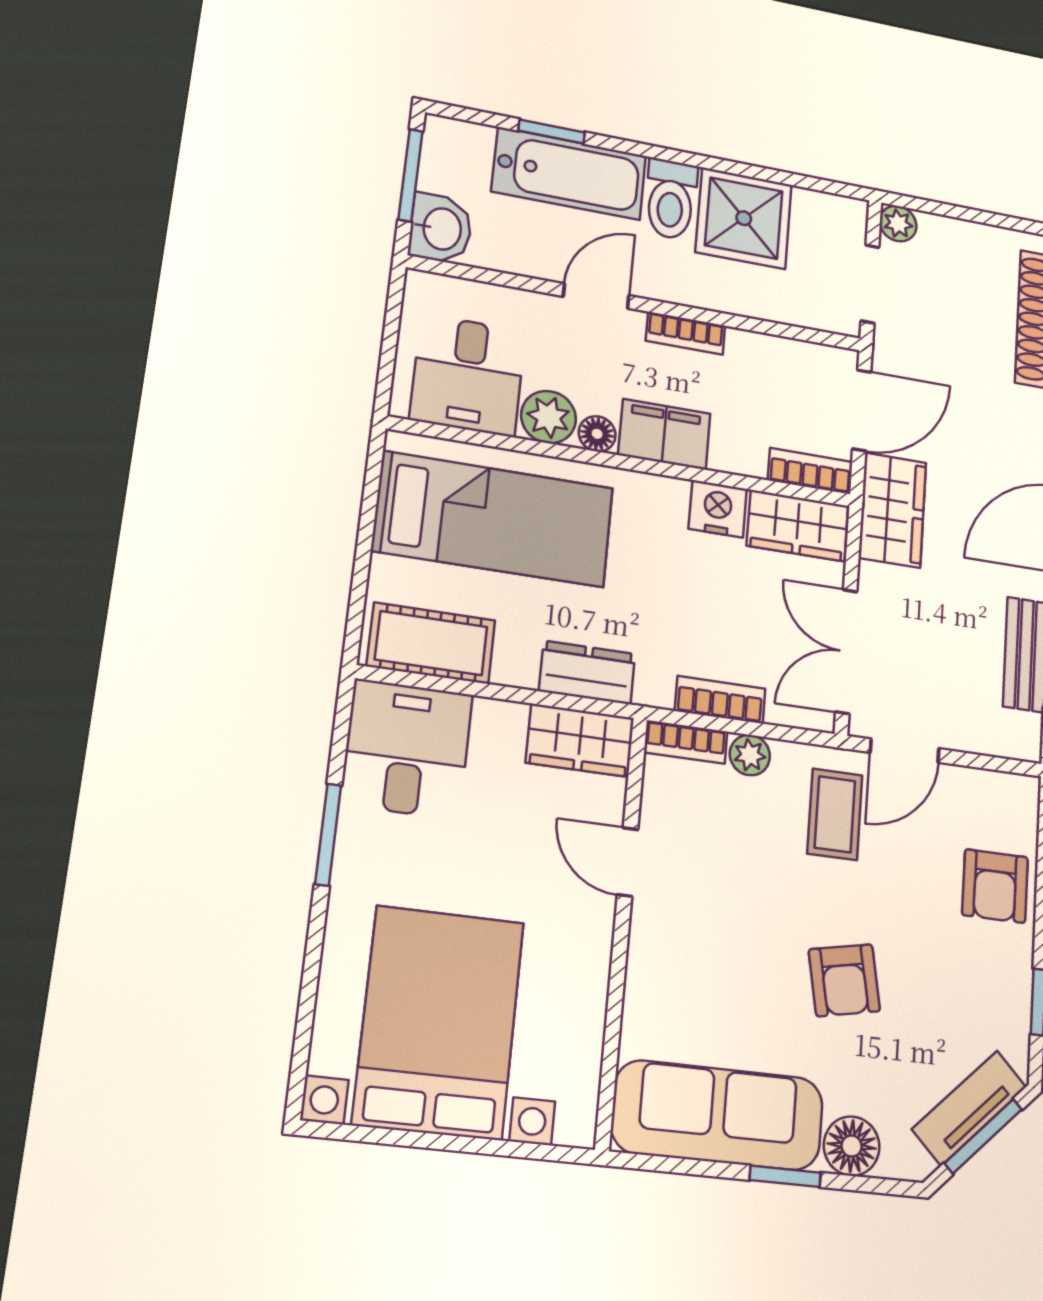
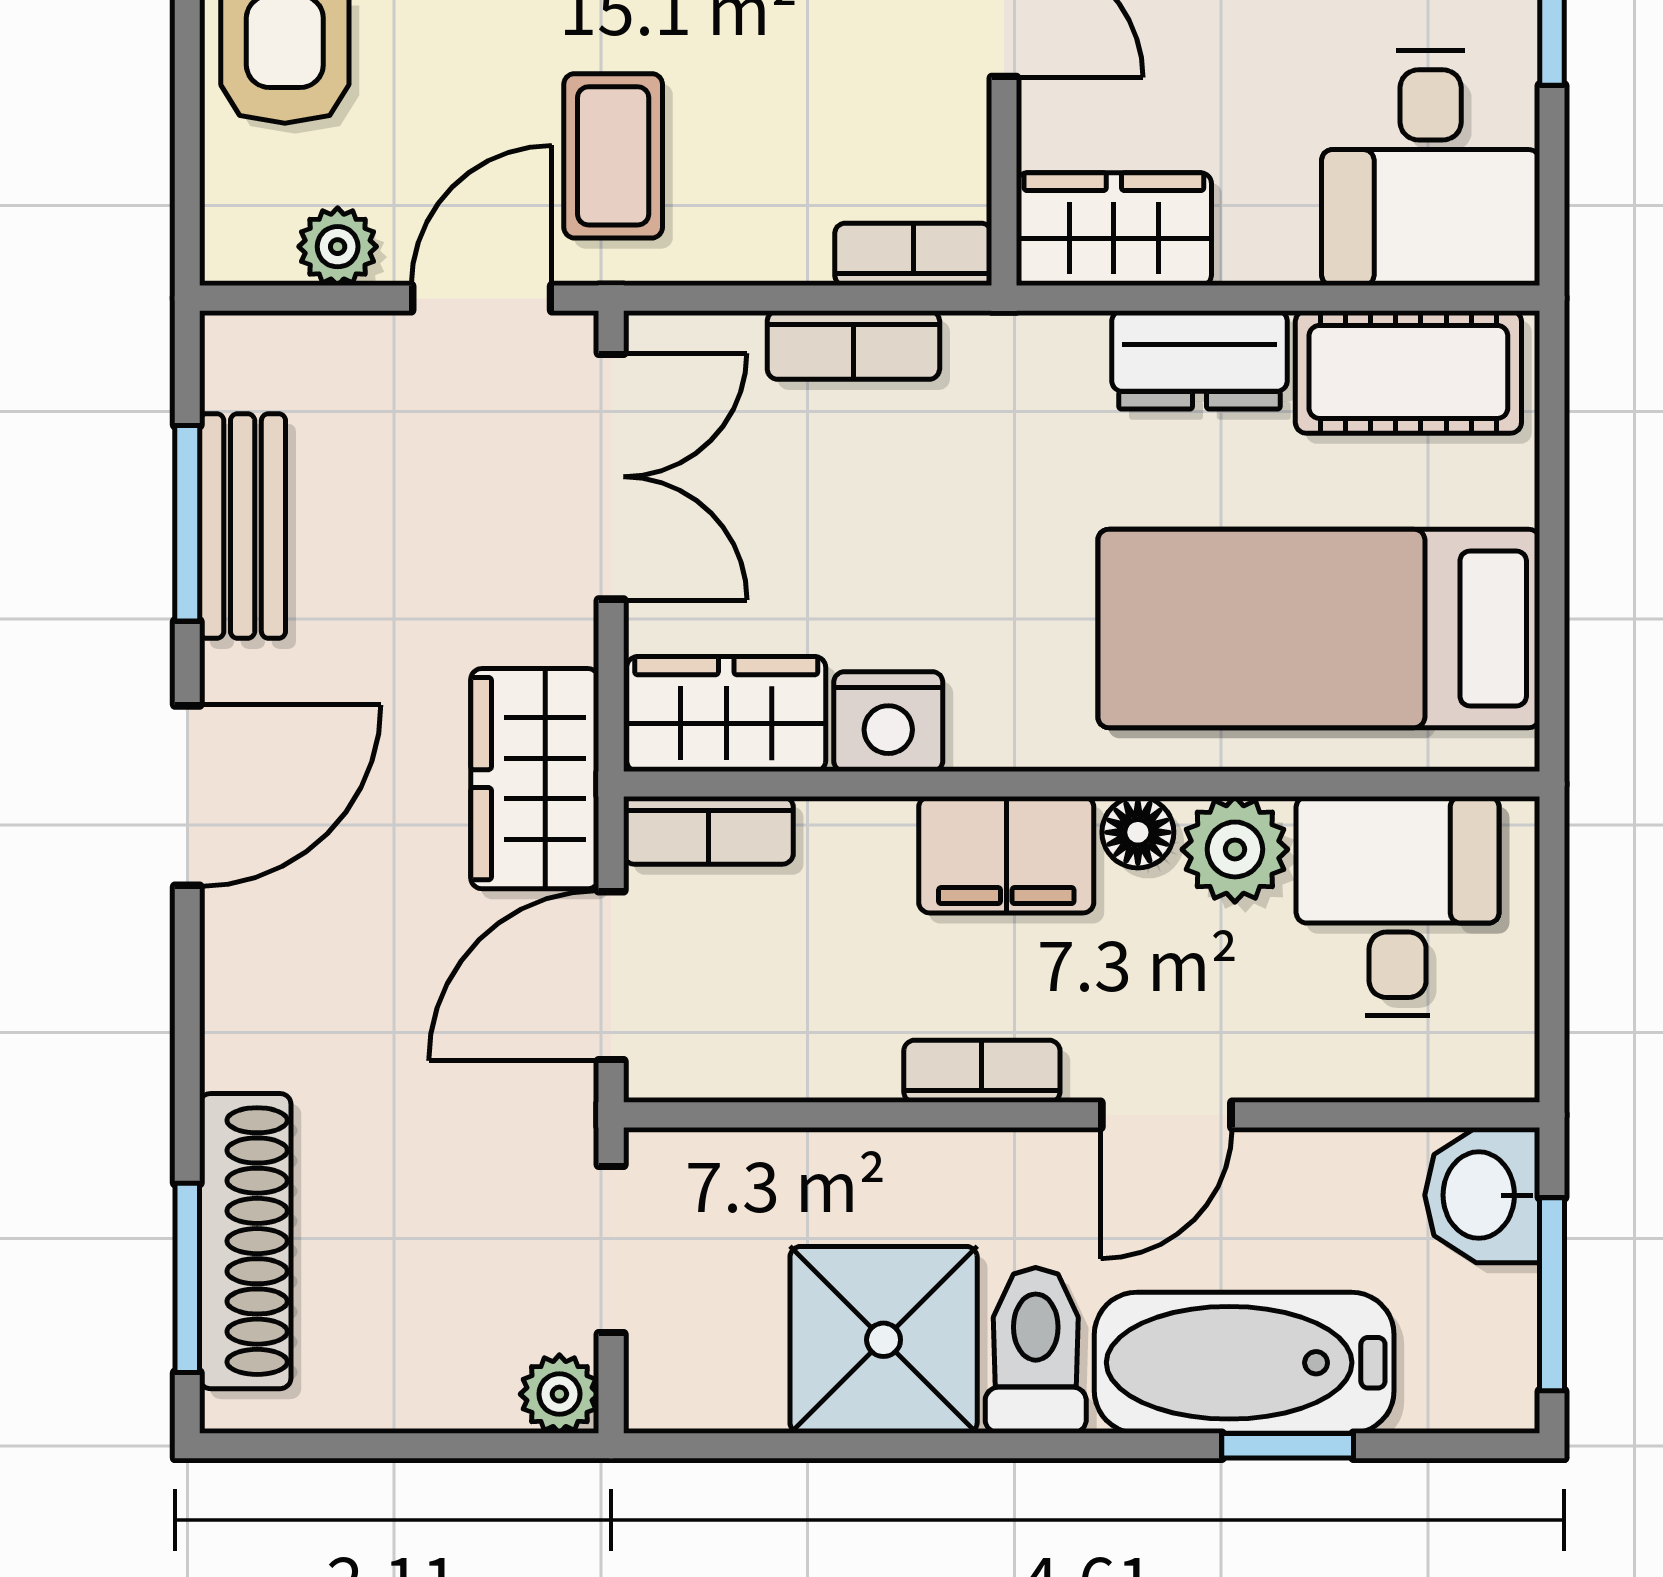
dresser: (587, 672) -> (1200, 360), moved
plant: (750, 755) -> (338, 247), moved

